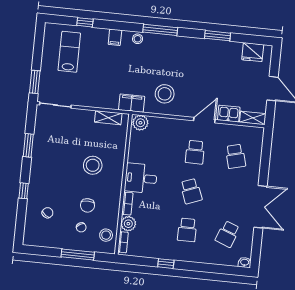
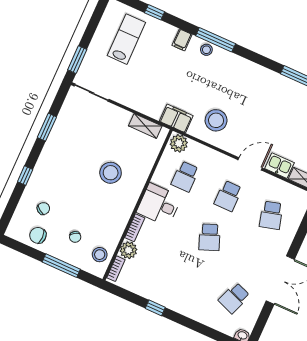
window: (160, 30) -> (216, 40), moved
chair: (88, 205) -> (38, 235), moved, turned 90
school desk: (187, 230) -> (185, 177), moved

